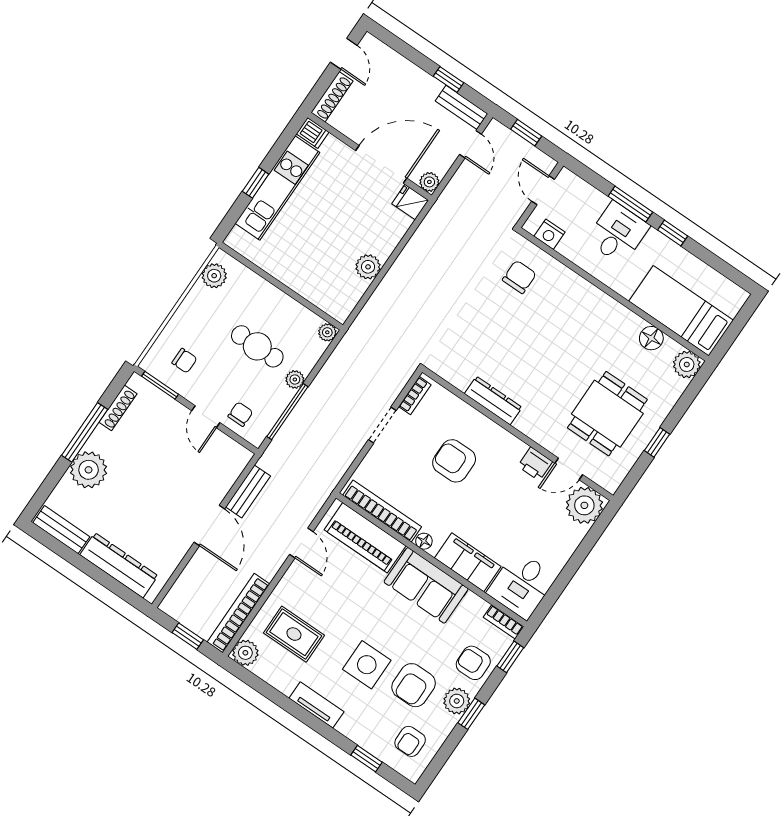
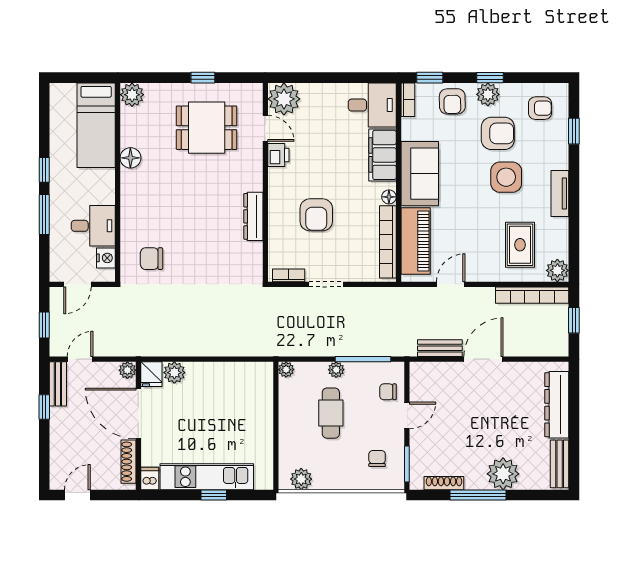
shoe rack: (332, 97) -> (129, 462), moved, turned -90
desk: (618, 233) -> (93, 226), moved, turned 180
plant: (368, 267) -> (174, 373), moved
floor lamp: (651, 338) -> (130, 158), moved

